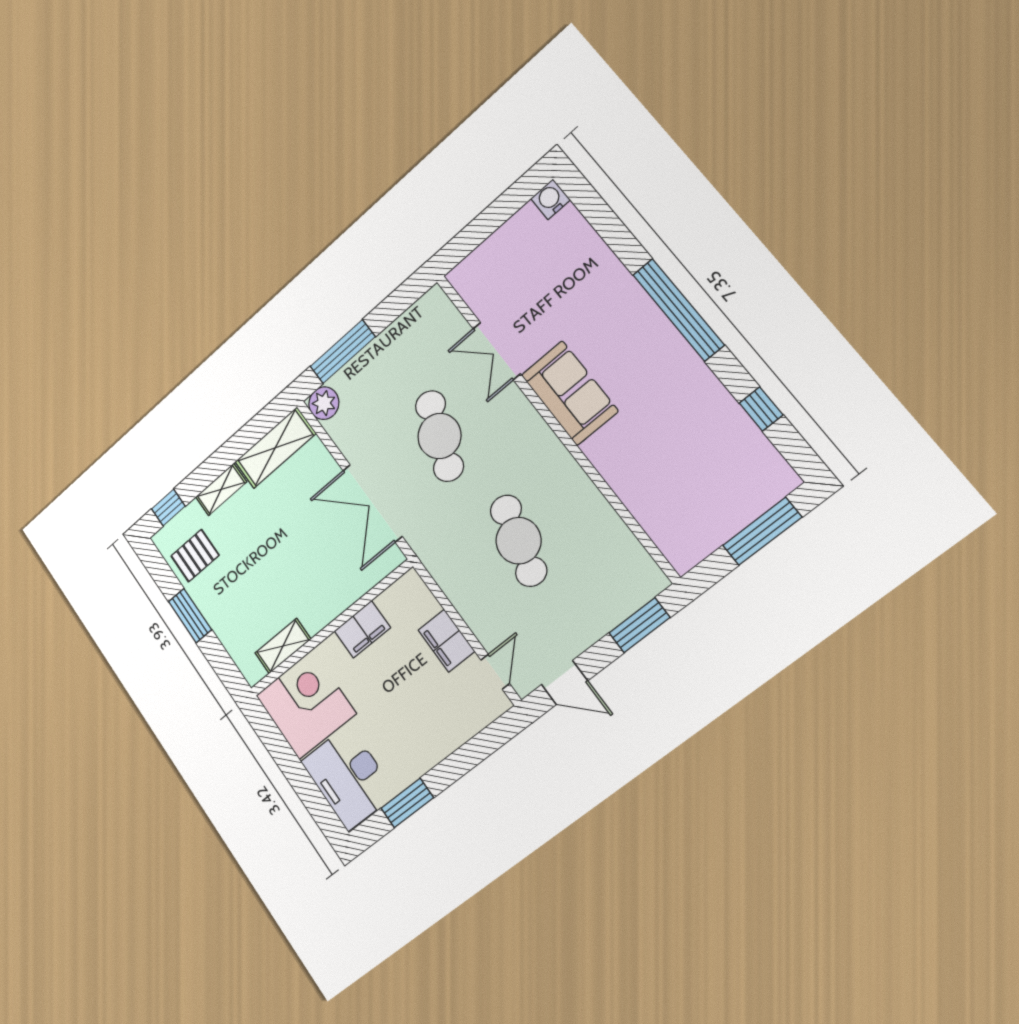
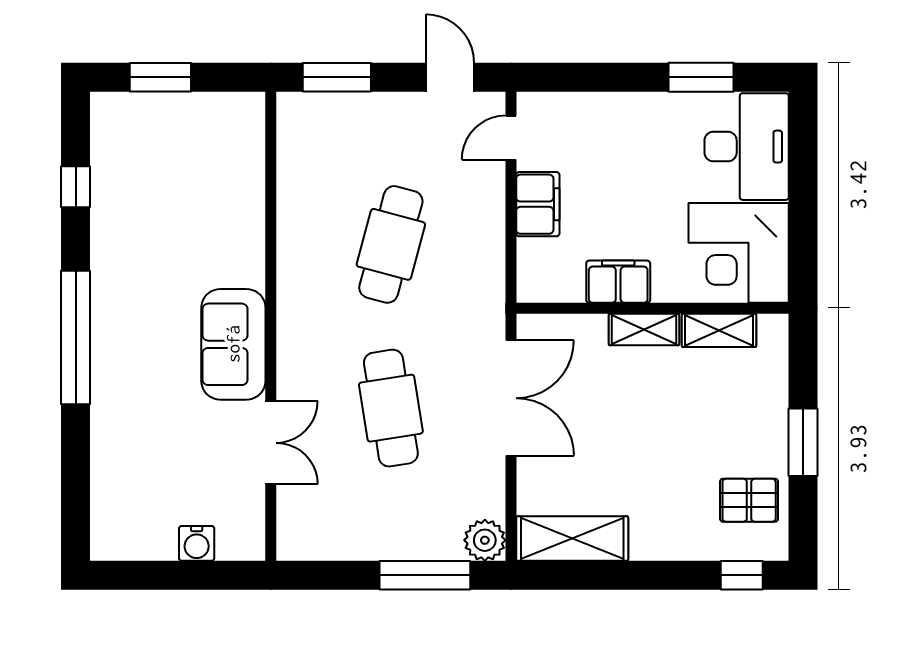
water cooler: (550, 199) -> (197, 543), moved
cafe table: (439, 436) -> (391, 408), turned -30
shelving: (221, 489) -> (644, 330), moved
window: (762, 531) -> (160, 77), width x0.69

